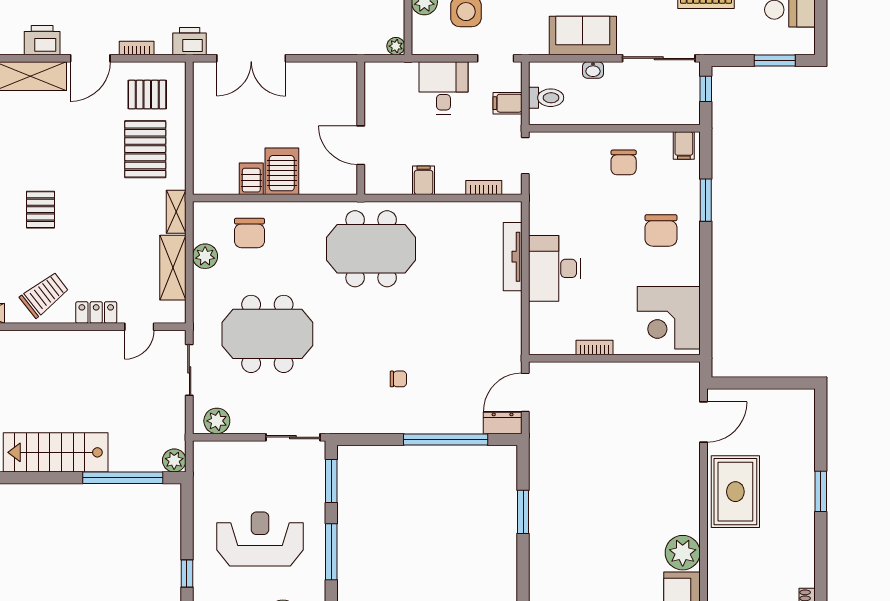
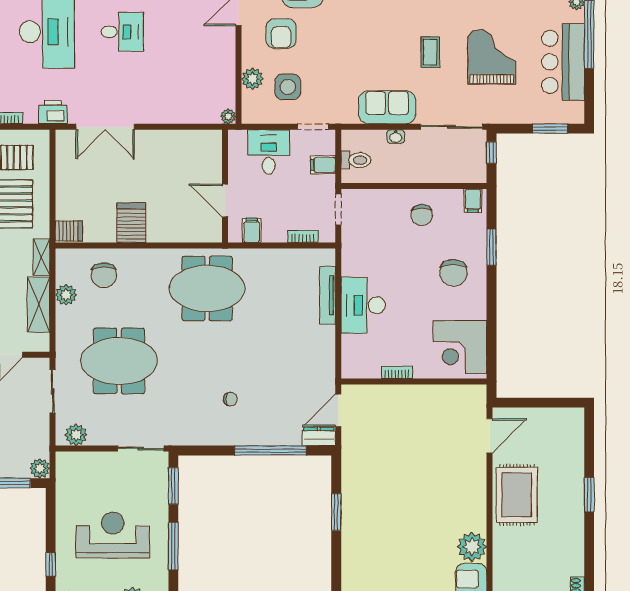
wall: (361, 128) -> (225, 186), moved
door: (361, 145) -> (225, 201), moved
server rack: (251, 179) -> (69, 231), moved, turned 90

